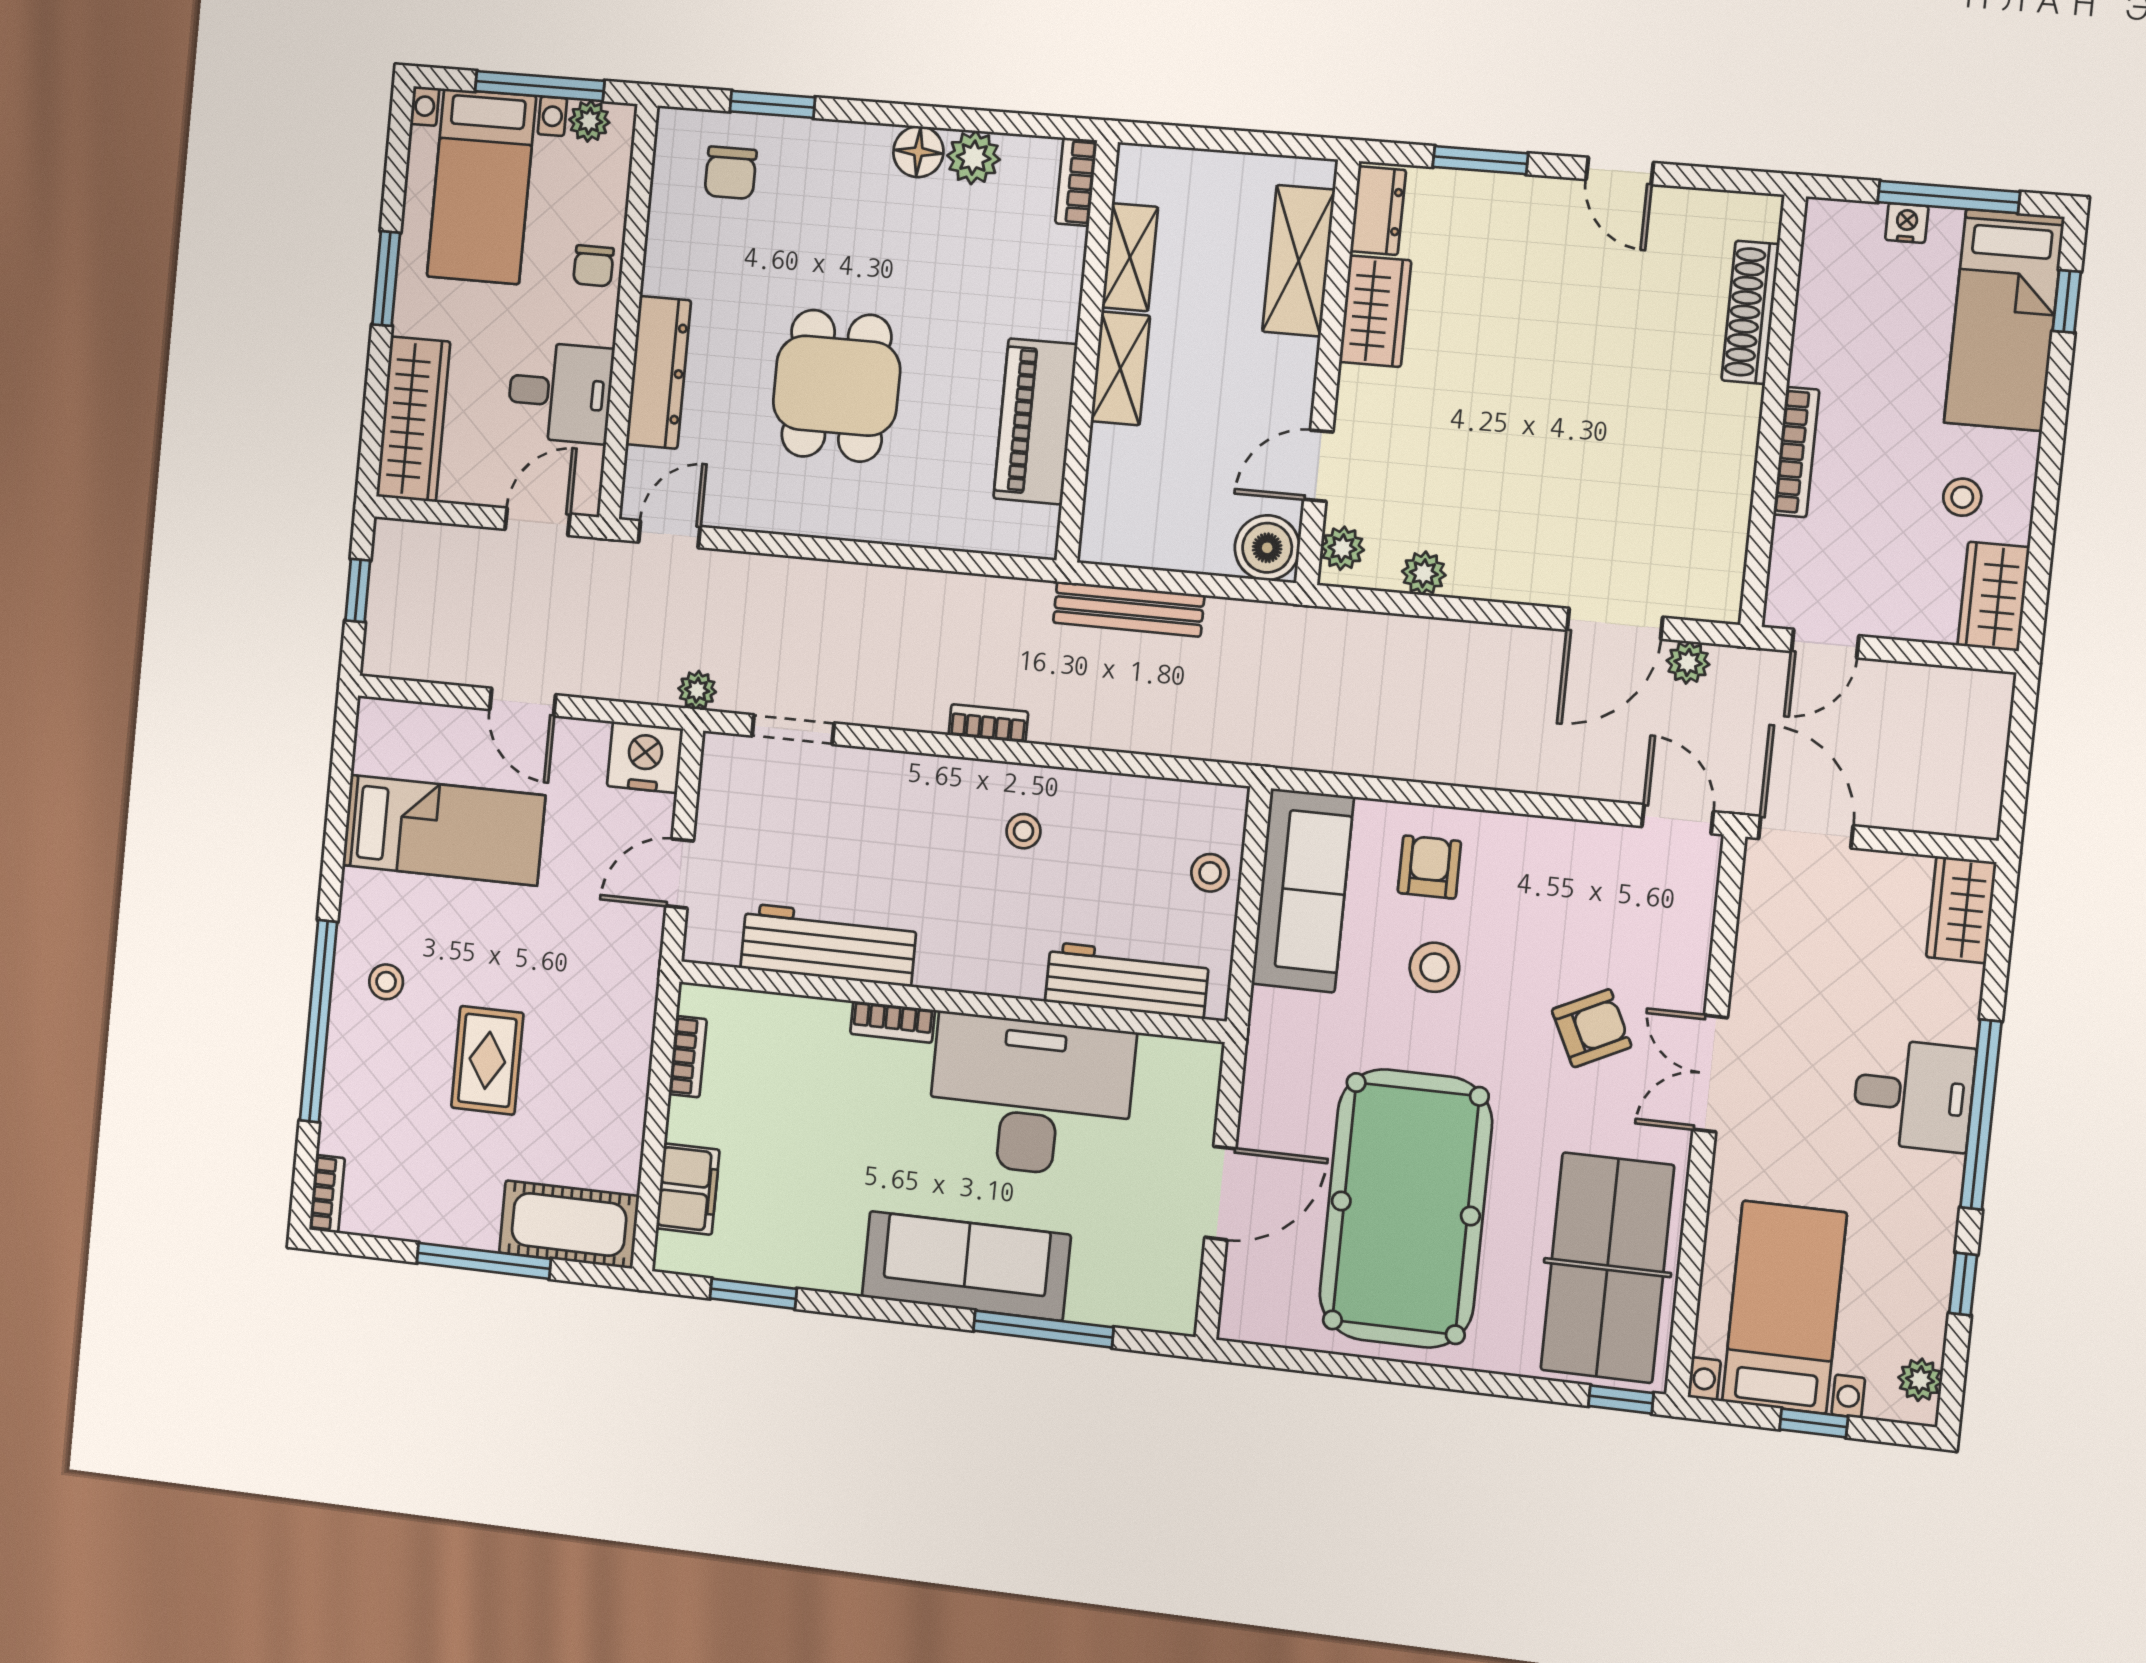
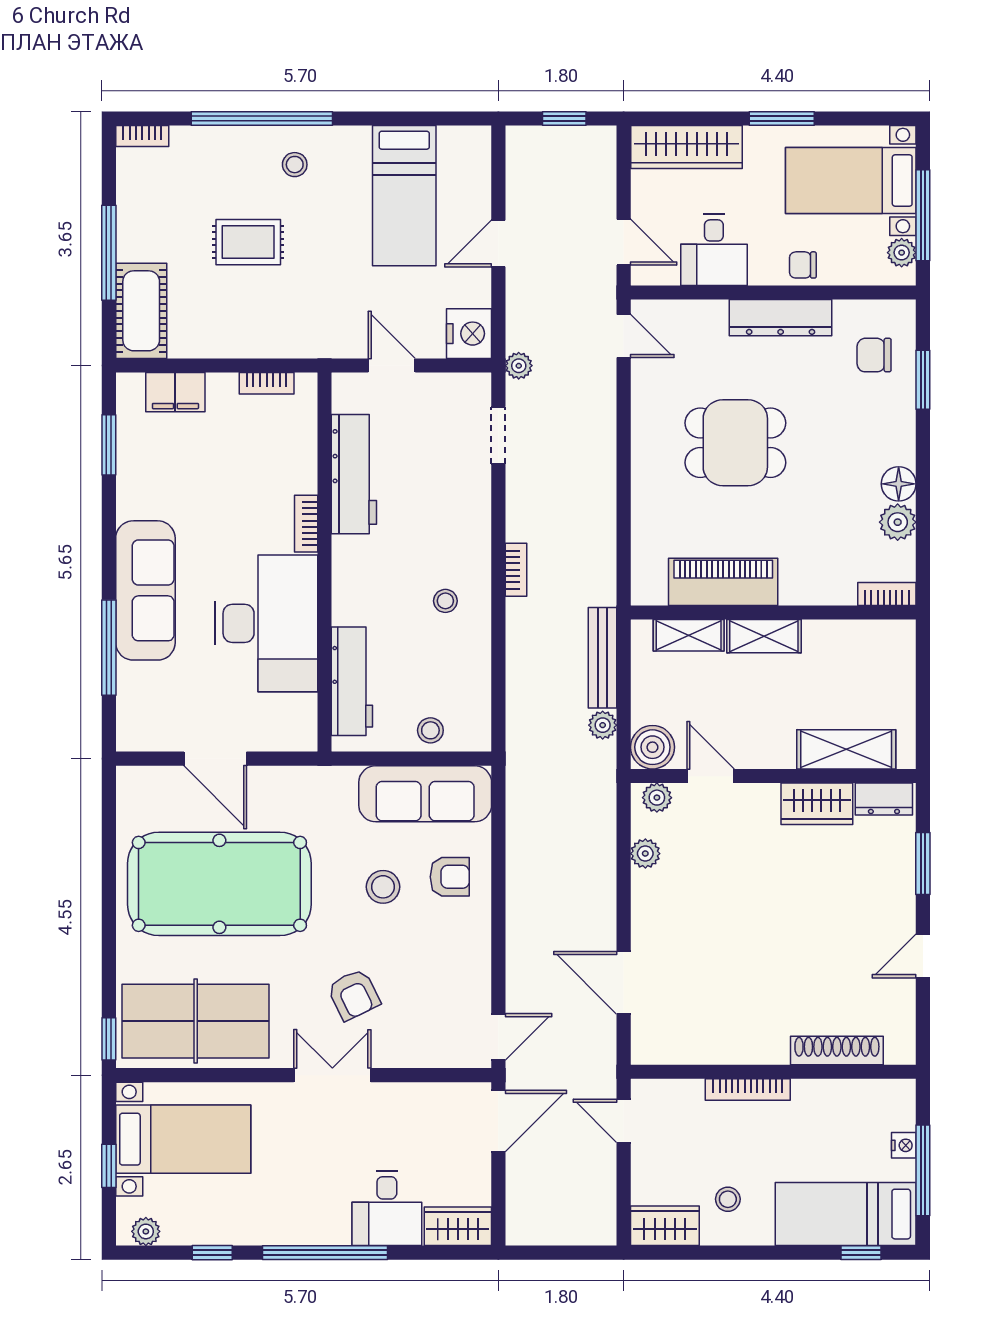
shelving: (1130, 257) -> (689, 635), moved
dresser: (658, 372) -> (781, 318), moved
plant: (1688, 663) -> (603, 725), moved
desk: (1914, 1095) -> (387, 1208), moved

